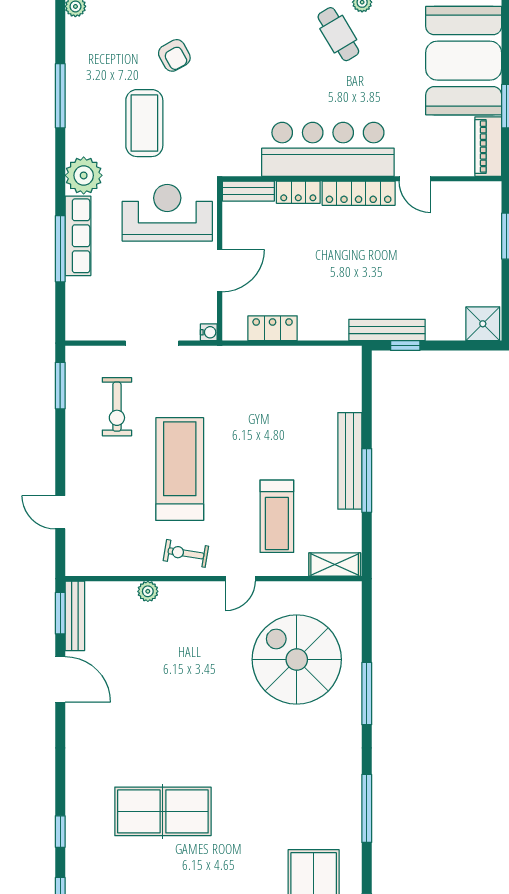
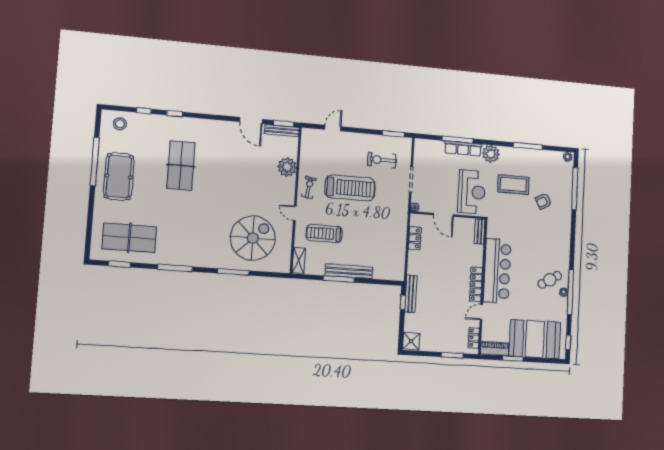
locker: (298, 192) -> (474, 338), moved
plant: (148, 591) -> (287, 167), width x1.88, depth x1.88
door: (60, 679) -> (251, 121), hinge flipped

